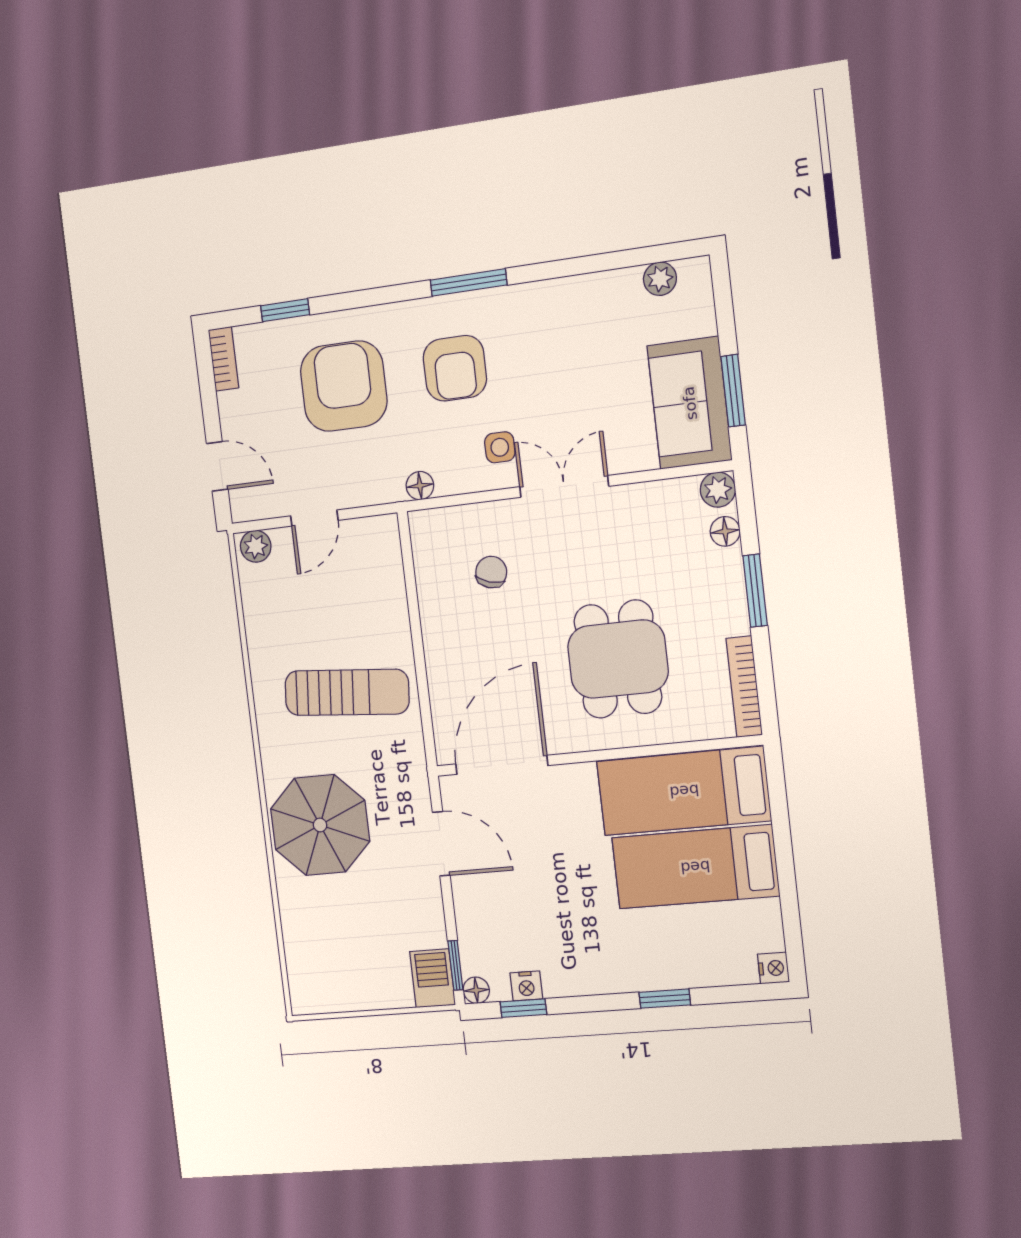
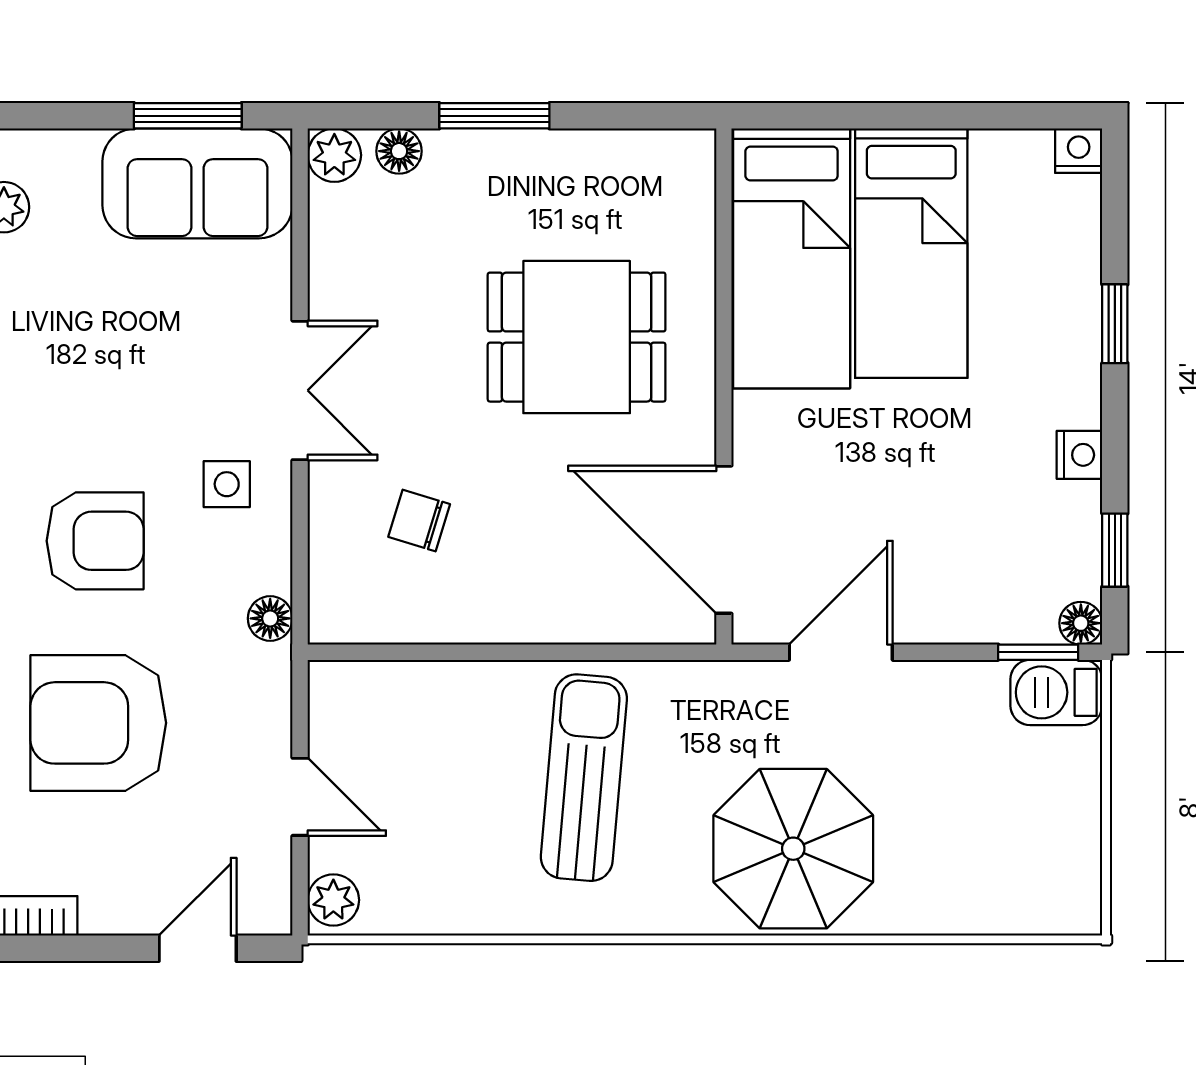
double door: (564, 486) -> (300, 390), swing flipped
bookcase: (744, 687) -> (639, 148), removed
nightstand: (526, 986) -> (1079, 455), moved

